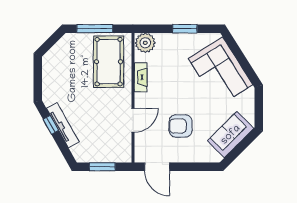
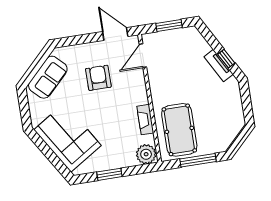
door: (133, 120) -> (143, 56), moved
tv unit: (63, 125) -> (219, 65), width x0.71
armchair: (181, 126) -> (98, 78), turned -90

